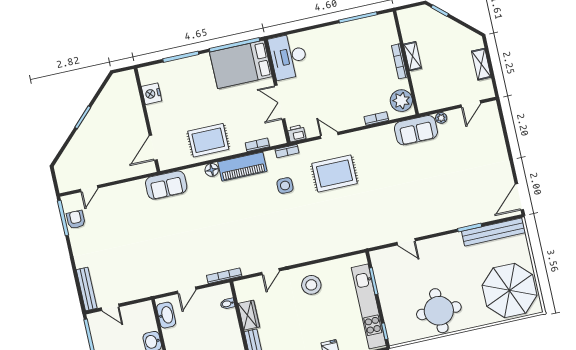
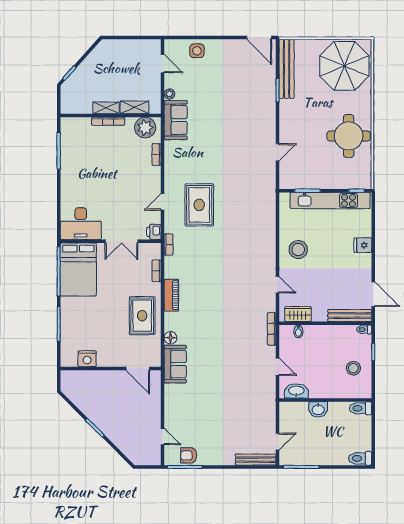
shelving: (481, 64) -> (135, 107), moved
piano: (242, 167) -> (171, 295), width x0.73, depth x0.75
floor lamp: (212, 170) -> (171, 338), moved
side table: (285, 186) -> (197, 51), moved
wardrobe: (249, 315) -> (298, 314), moved

